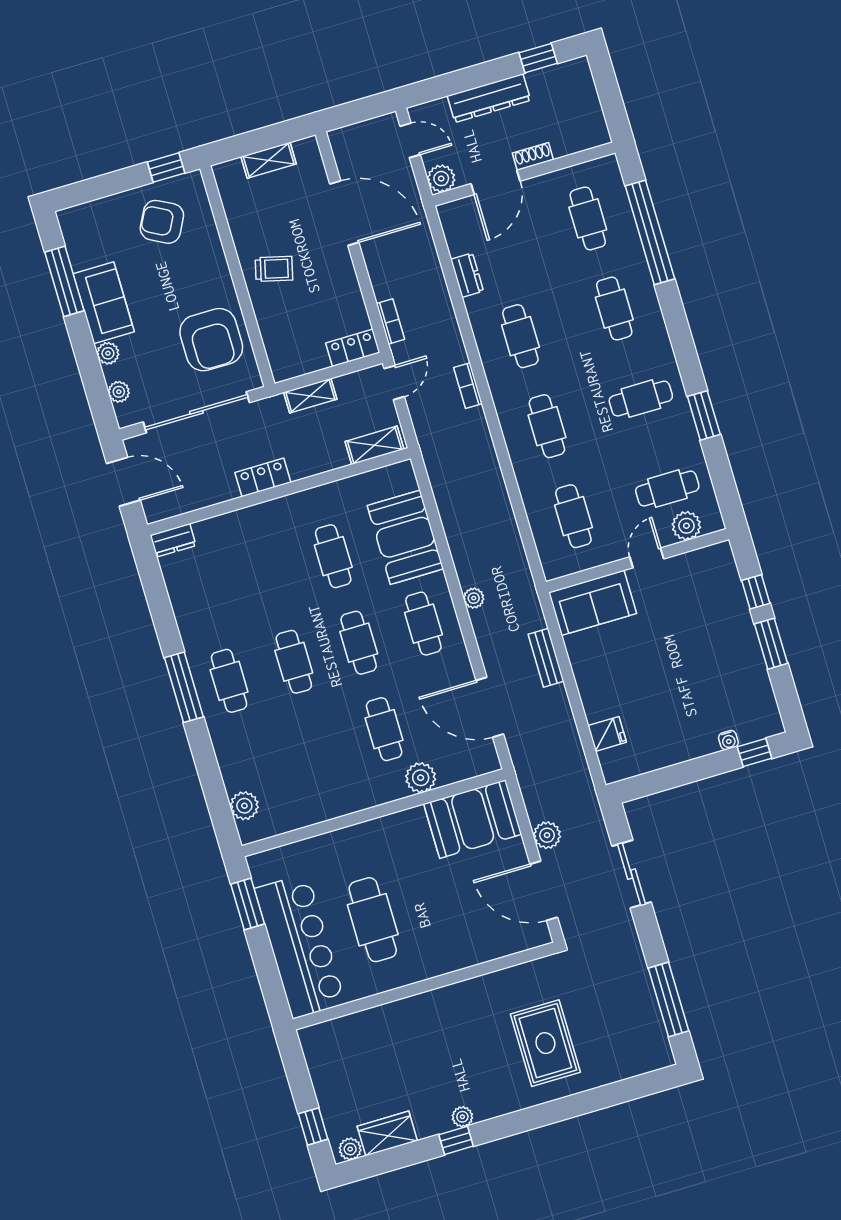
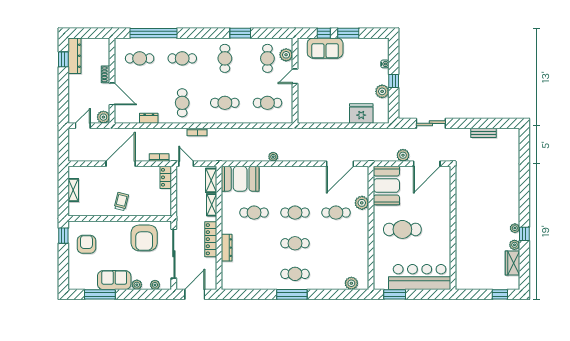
dresser: (489, 98) -> (74, 56), moved
door: (344, 213) -> (121, 164), moved
armchair: (162, 222) -> (86, 244), turned 152
cafe table: (520, 336) -> (182, 103), turned 90
armchair: (211, 340) -> (144, 238), turned 90
shelving: (310, 396) -> (212, 205), moved
locker: (263, 477) -> (211, 239), width x1.53
booth: (405, 537) -> (240, 179), moved
dresser: (173, 540) -> (227, 248), moved, width x1.44
door: (647, 558) -> (295, 76), hinge flipped
plant: (474, 598) -> (273, 157), moved
sofa: (593, 603) -> (325, 48), moved, turned 90
cafe table: (423, 624) -> (295, 182), removed
bench: (546, 658) -> (484, 133), moved
fridge: (607, 734) -> (361, 114), width x1.88, depth x1.34
plant: (669, 751) -> (382, 91), added
window: (754, 753) -> (394, 81), moved
cafe table: (373, 920) -> (402, 229), moved
window: (668, 1000) -> (490, 123), removed
rug: (545, 1043) -> (493, 183), removed
plant: (350, 1149) -> (514, 245), moved

